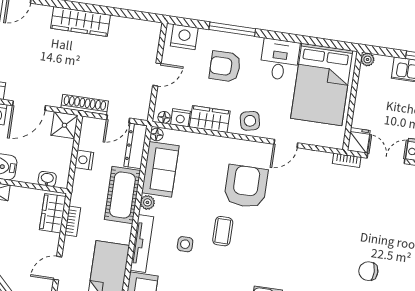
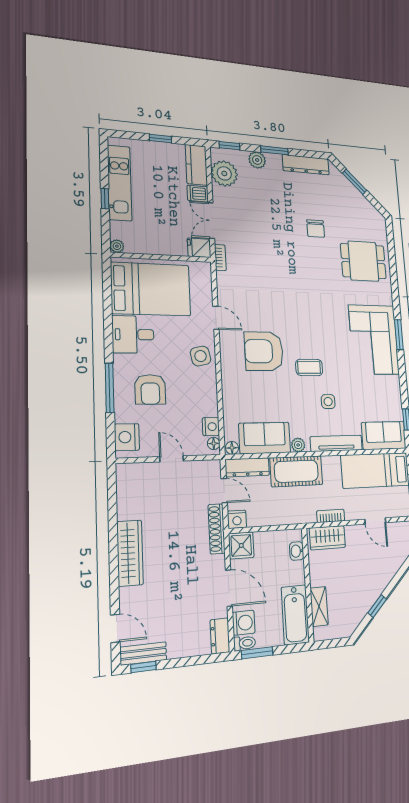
wardrobe: (210, 119) -> (207, 397), removed
nightstand: (84, 160) -> (237, 519), moved

